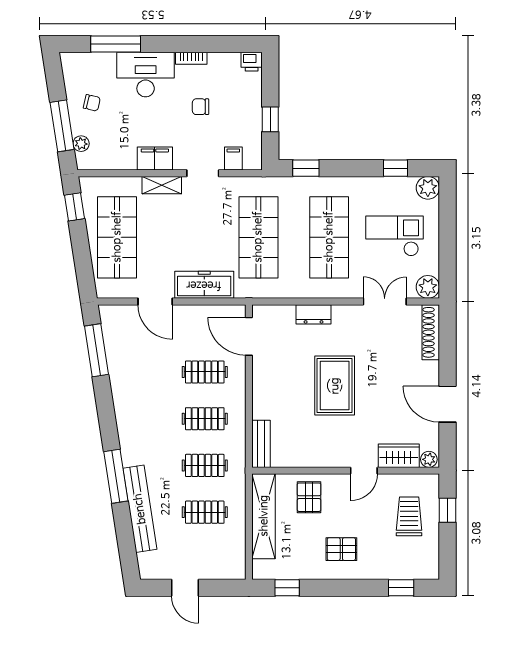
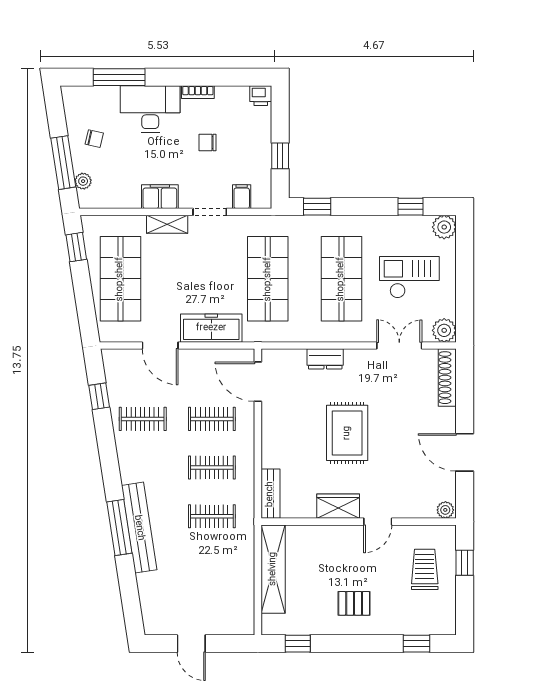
window: (97, 350) -> (99, 396), width x0.46
wardrobe: (399, 456) -> (338, 506), moved
pallet: (309, 497) -> (320, 549), removed
bench: (140, 509) -> (139, 528), moved
clothes rail: (205, 512) -> (143, 419), moved

